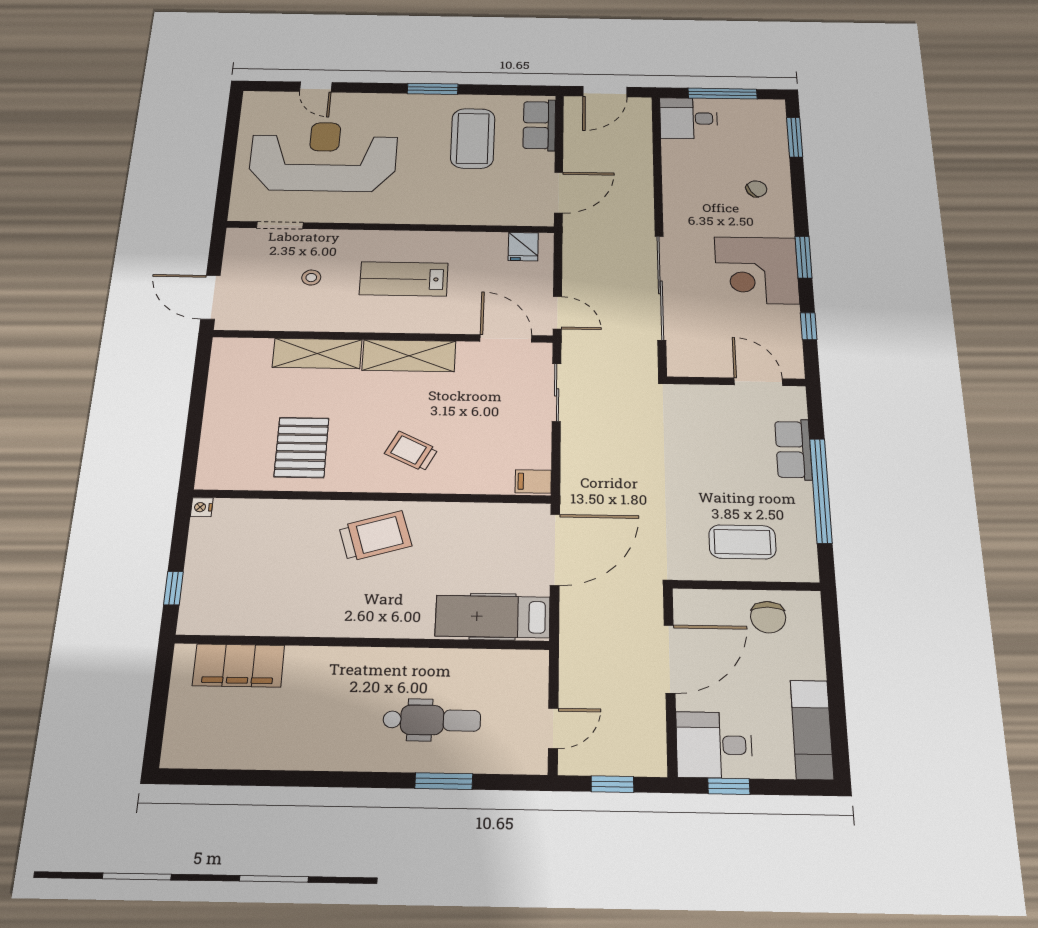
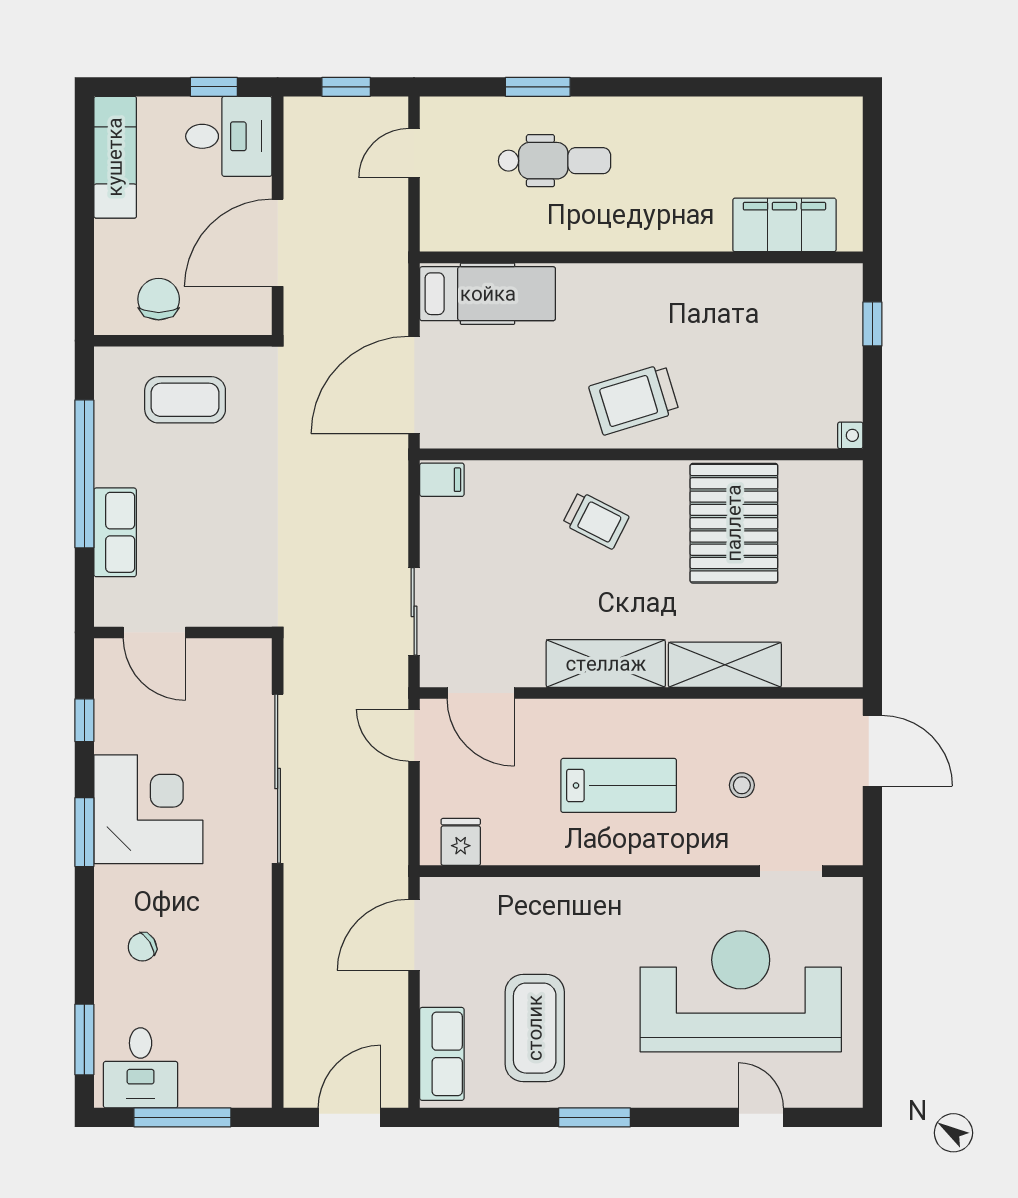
desk: (689, 118) -> (141, 1068), moved, turned 90
reception desk: (323, 156) -> (741, 991), turned 180
pallet: (302, 447) -> (734, 523), width x1.37, depth x1.41
dental chair: (432, 720) -> (554, 161), turned 180

